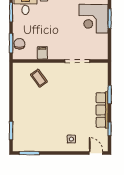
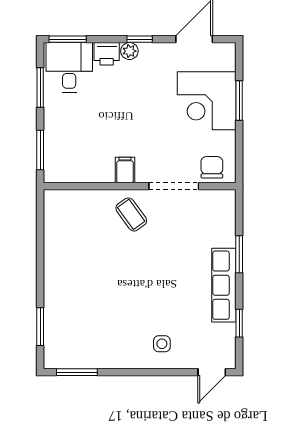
chair: (19, 44) -> (212, 167), moved
filing cabinet: (42, 53) -> (125, 170), moved
coffee table: (39, 78) -> (131, 214), moved
door: (96, 153) -> (212, 372), swing flipped

